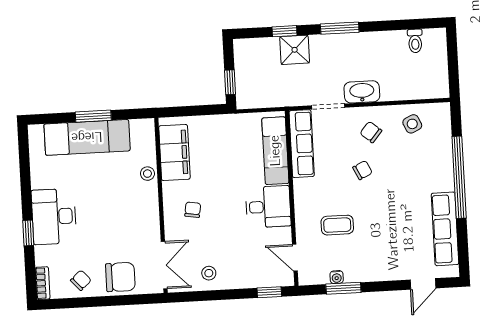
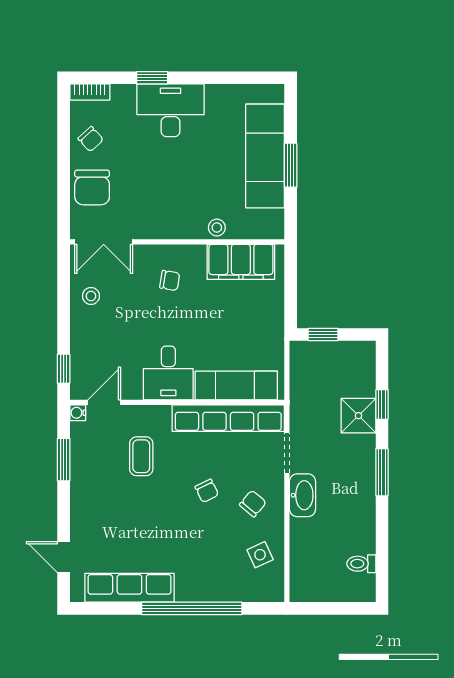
row of seats: (302, 144) -> (228, 418), width x1.36
water cooler: (337, 277) -> (78, 413), moved

